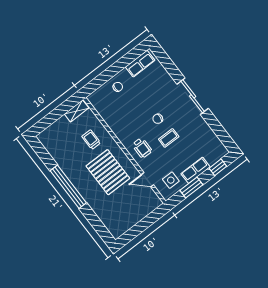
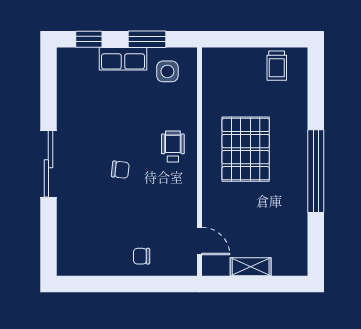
row of seats: (140, 64) -> (86, 264), removed
shelving: (77, 111) -> (251, 267), moved
coffee table: (169, 138) -> (126, 132), removed
trolley: (91, 140) -> (277, 66), moved
door: (147, 180) -> (200, 241), moved

